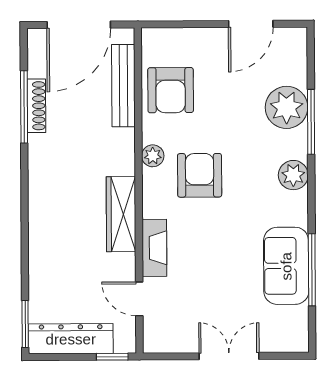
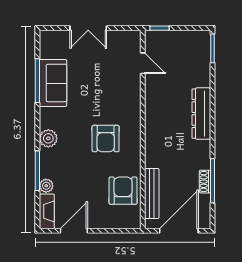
shoe rack: (36, 106) -> (205, 182), width x0.70
plant: (287, 107) -> (46, 186), width x0.53, depth x0.53
plant: (153, 156) -> (134, 151), removed
wardrobe: (121, 214) -> (154, 115), removed
fireplace: (154, 248) -> (47, 211), moved, turned 180
dresser: (71, 339) -> (201, 114), moved, turned 90

